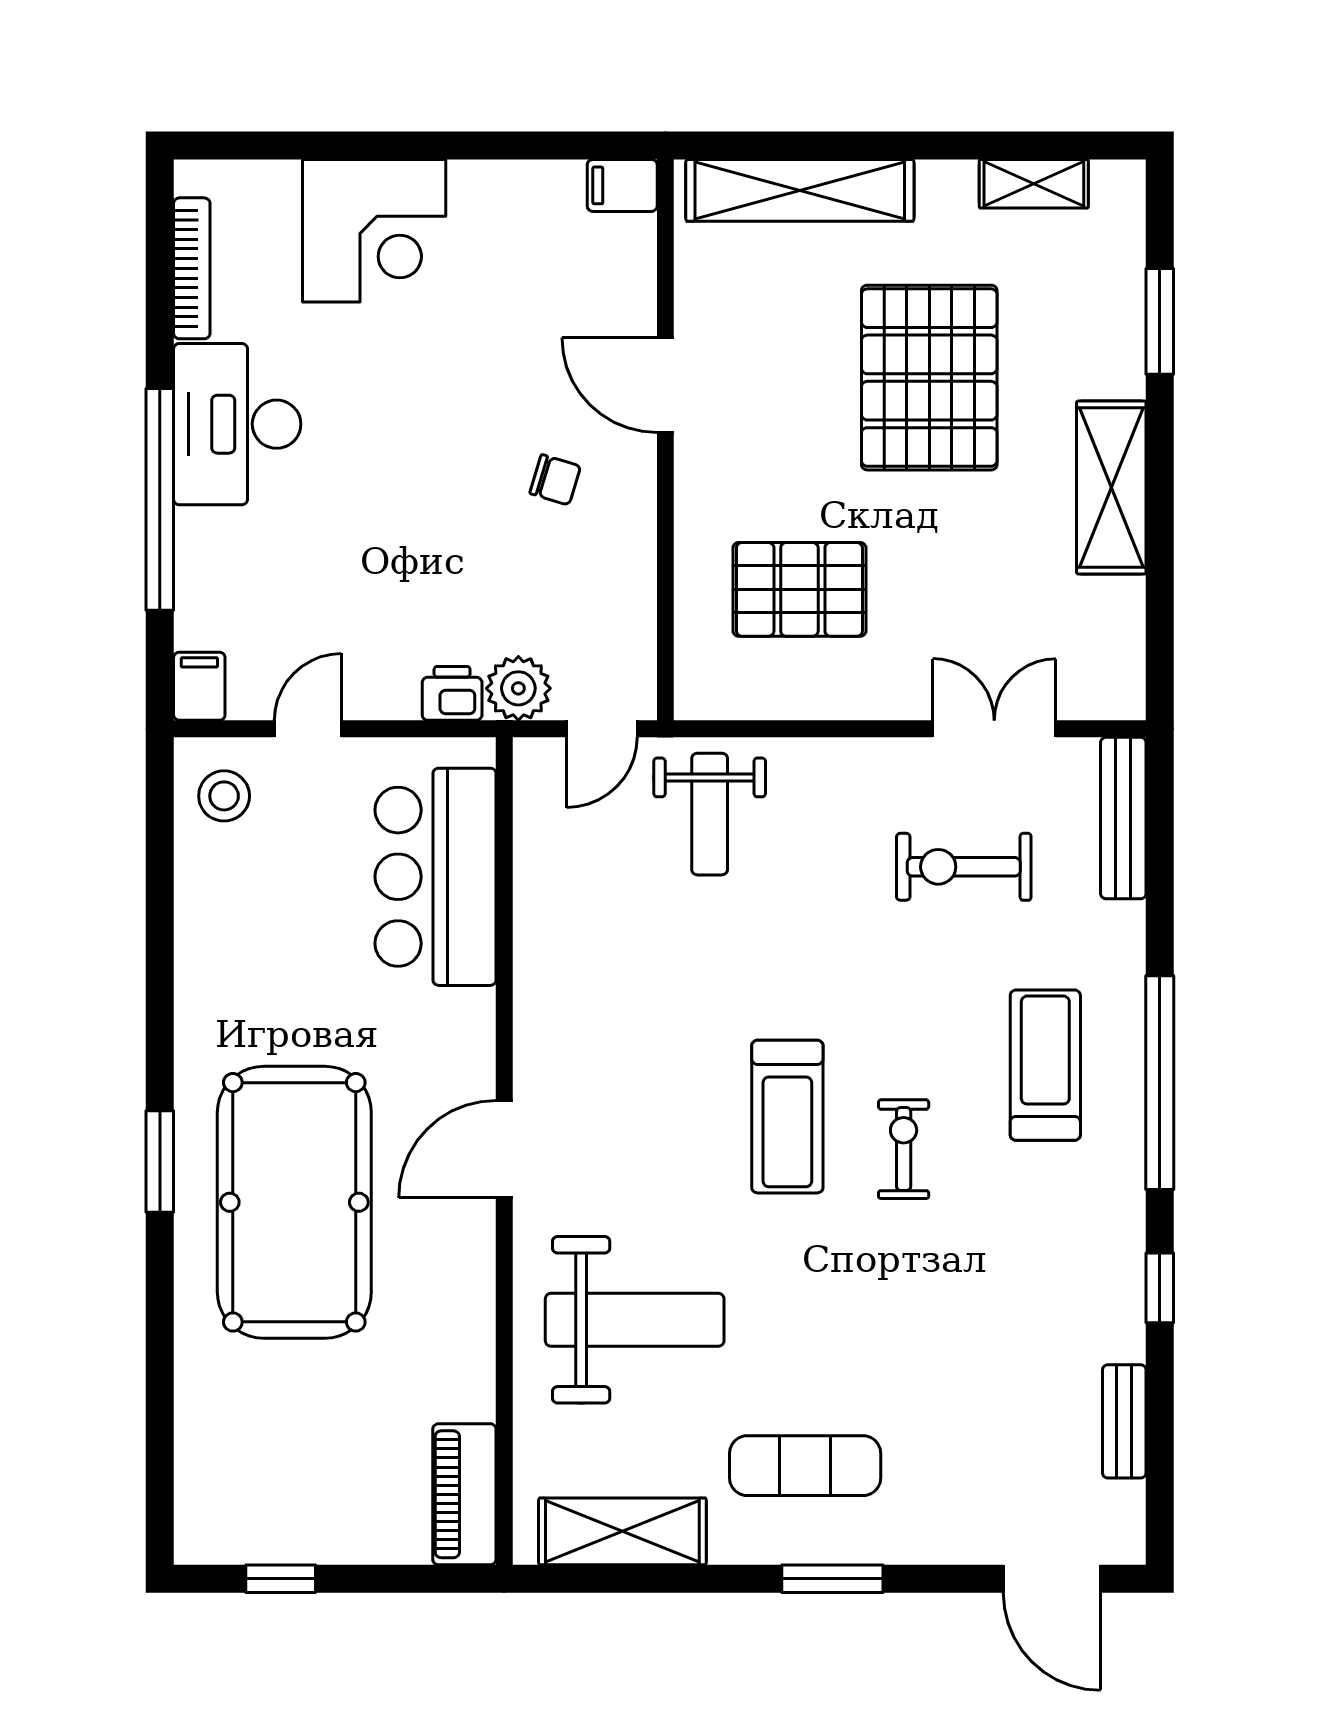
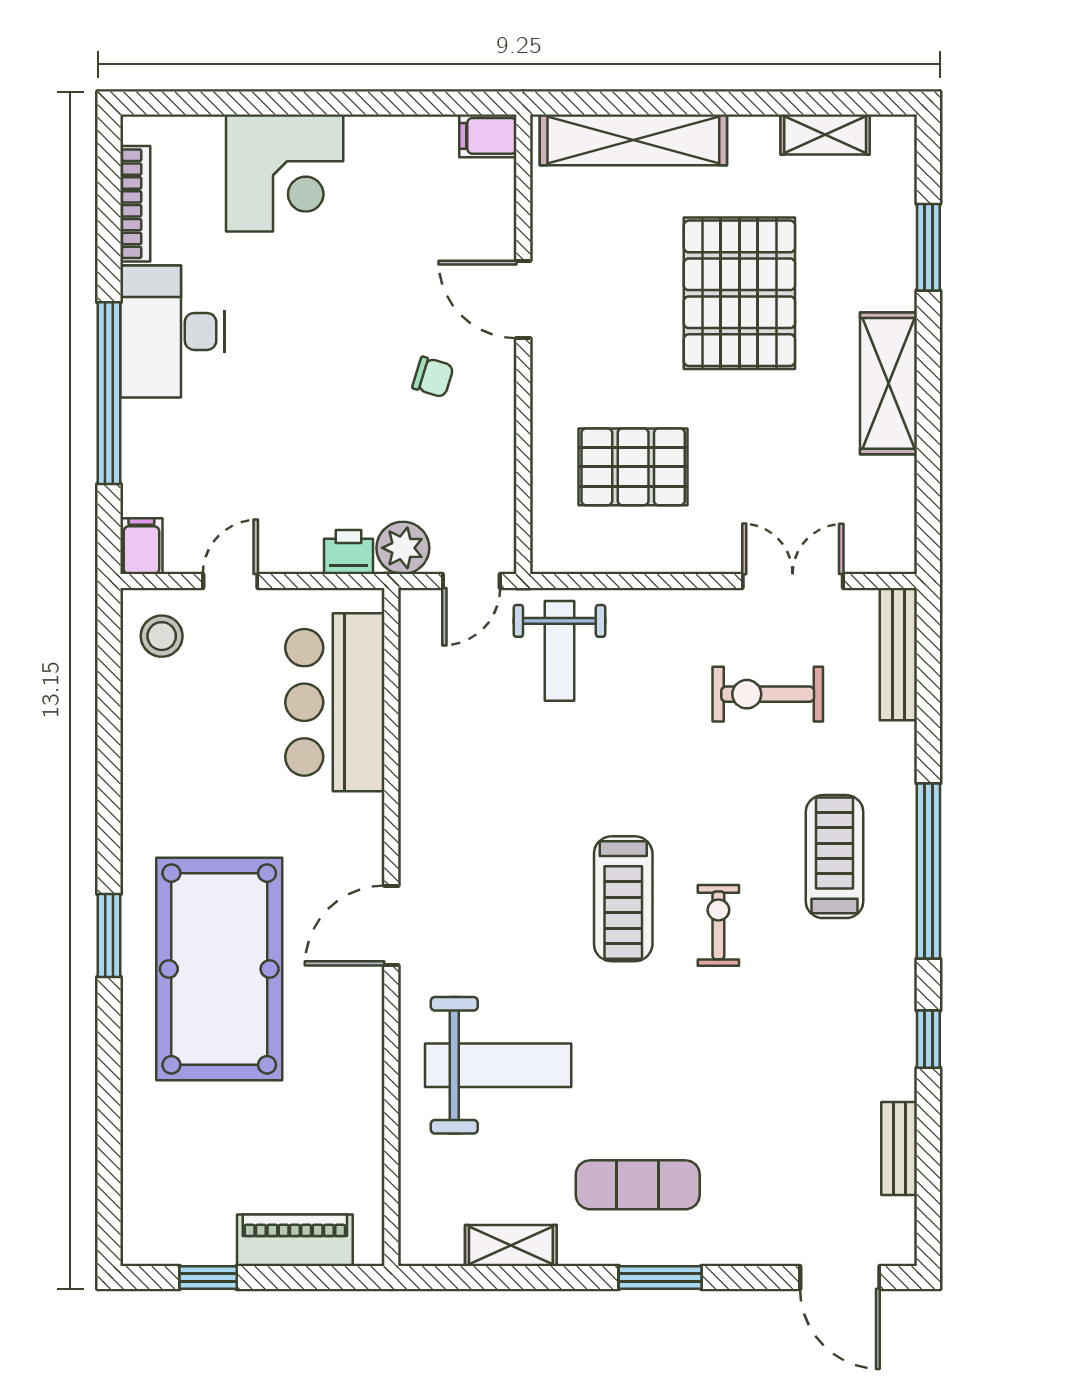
piano: (464, 1494) -> (295, 1240), moved, turned 90
shelving: (622, 1531) -> (511, 1246), width x0.67, depth x0.75

